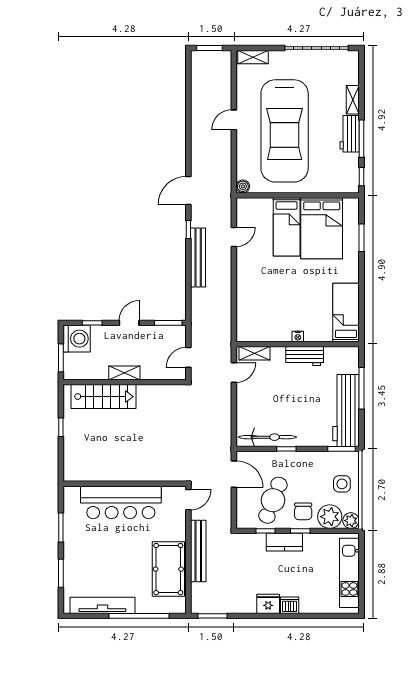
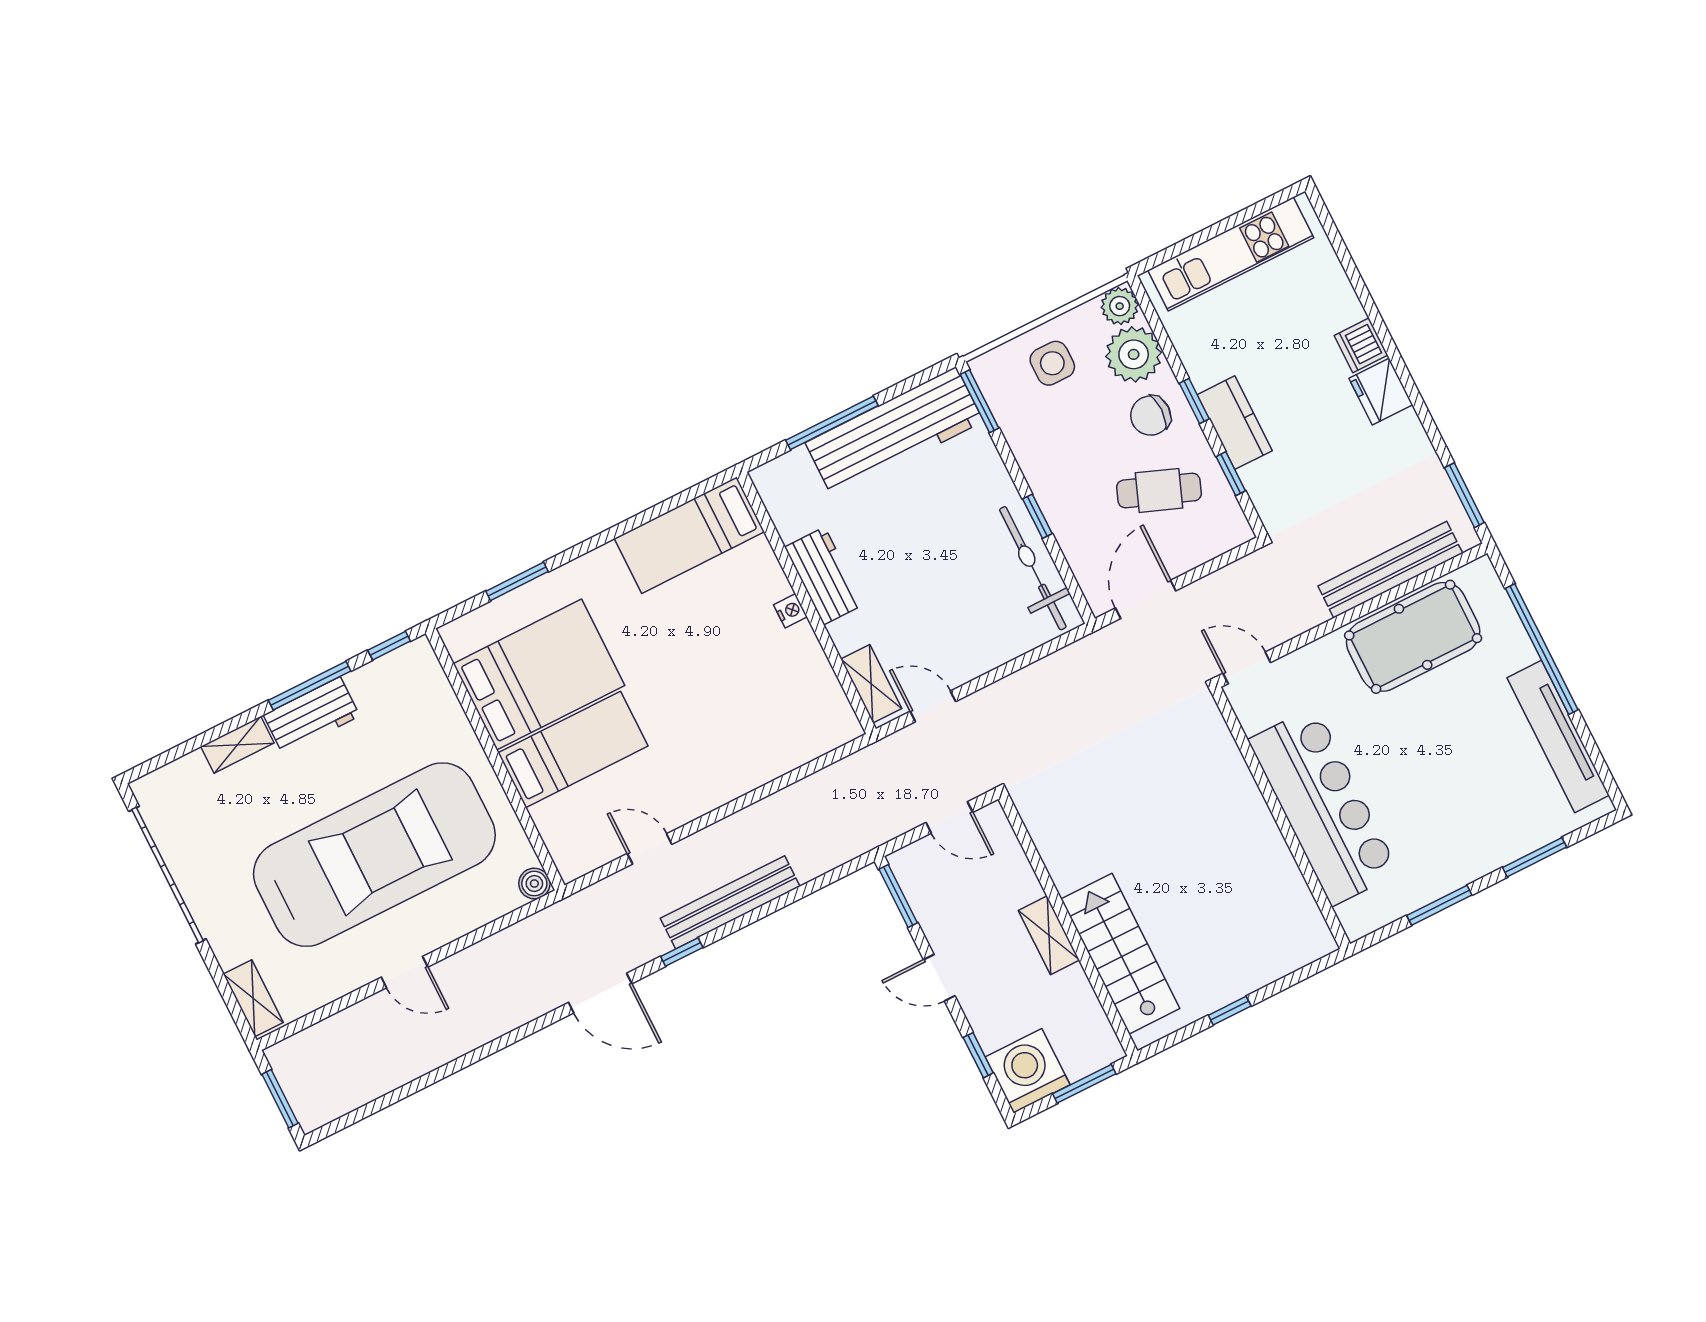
cafe table: (273, 500) -> (1159, 490), width x0.73, depth x0.74
chair: (303, 511) -> (1151, 416), turned 180
bench: (198, 551) -> (1390, 570), moved

